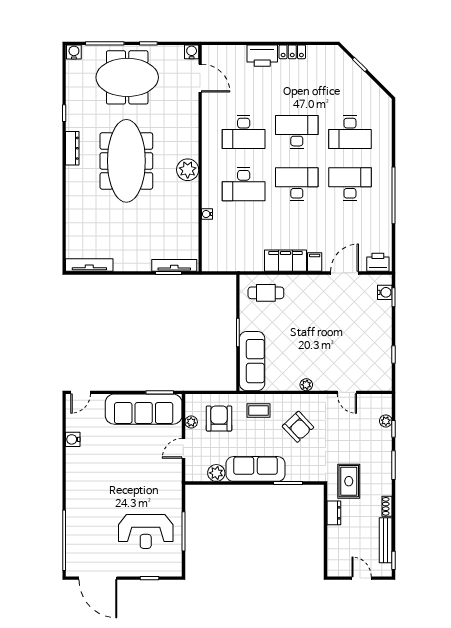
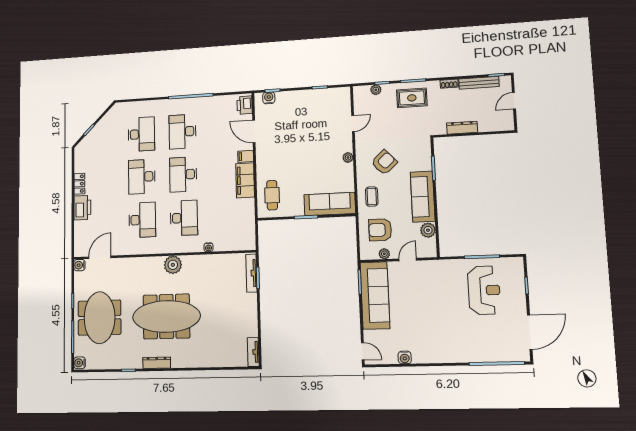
tv unit: (89, 265) -> (253, 352), width x0.71
door: (183, 448) -> (408, 260), swing flipped
rug: (349, 481) -> (412, 98), moved
dresser: (334, 513) -> (462, 128), width x1.44

